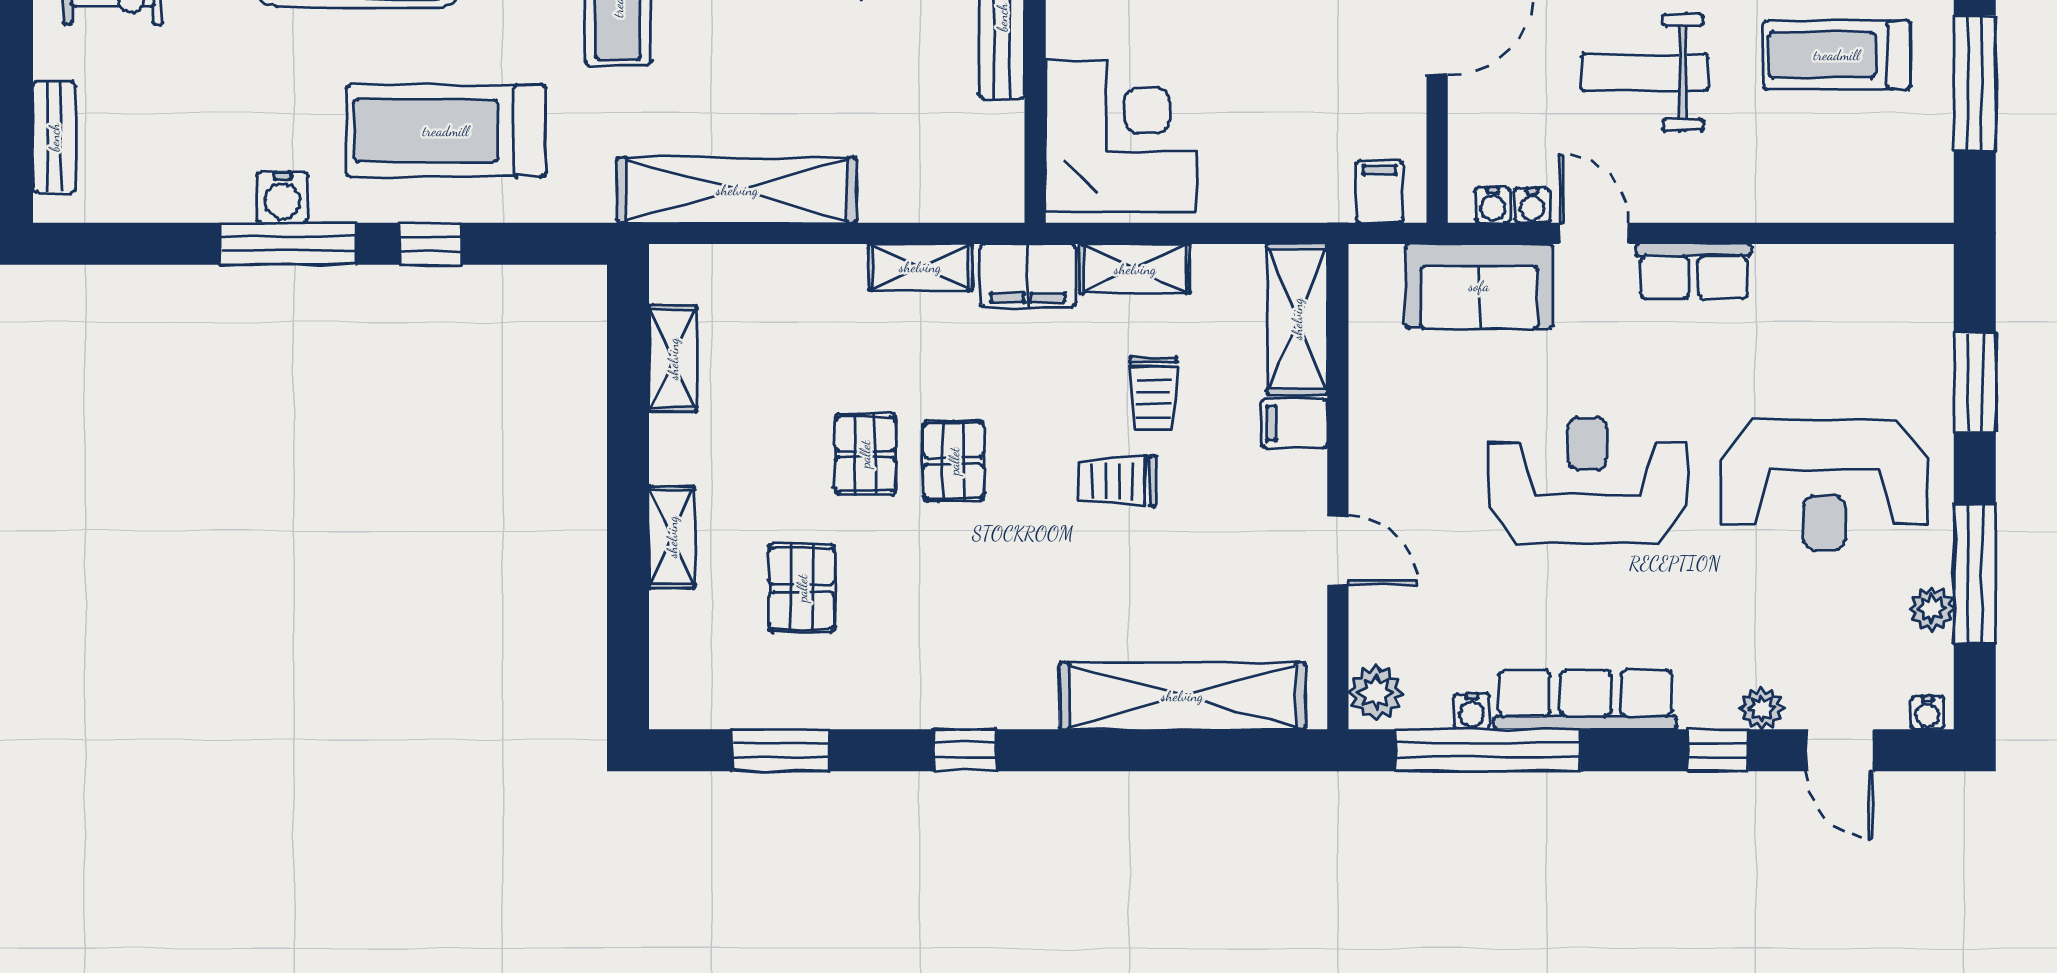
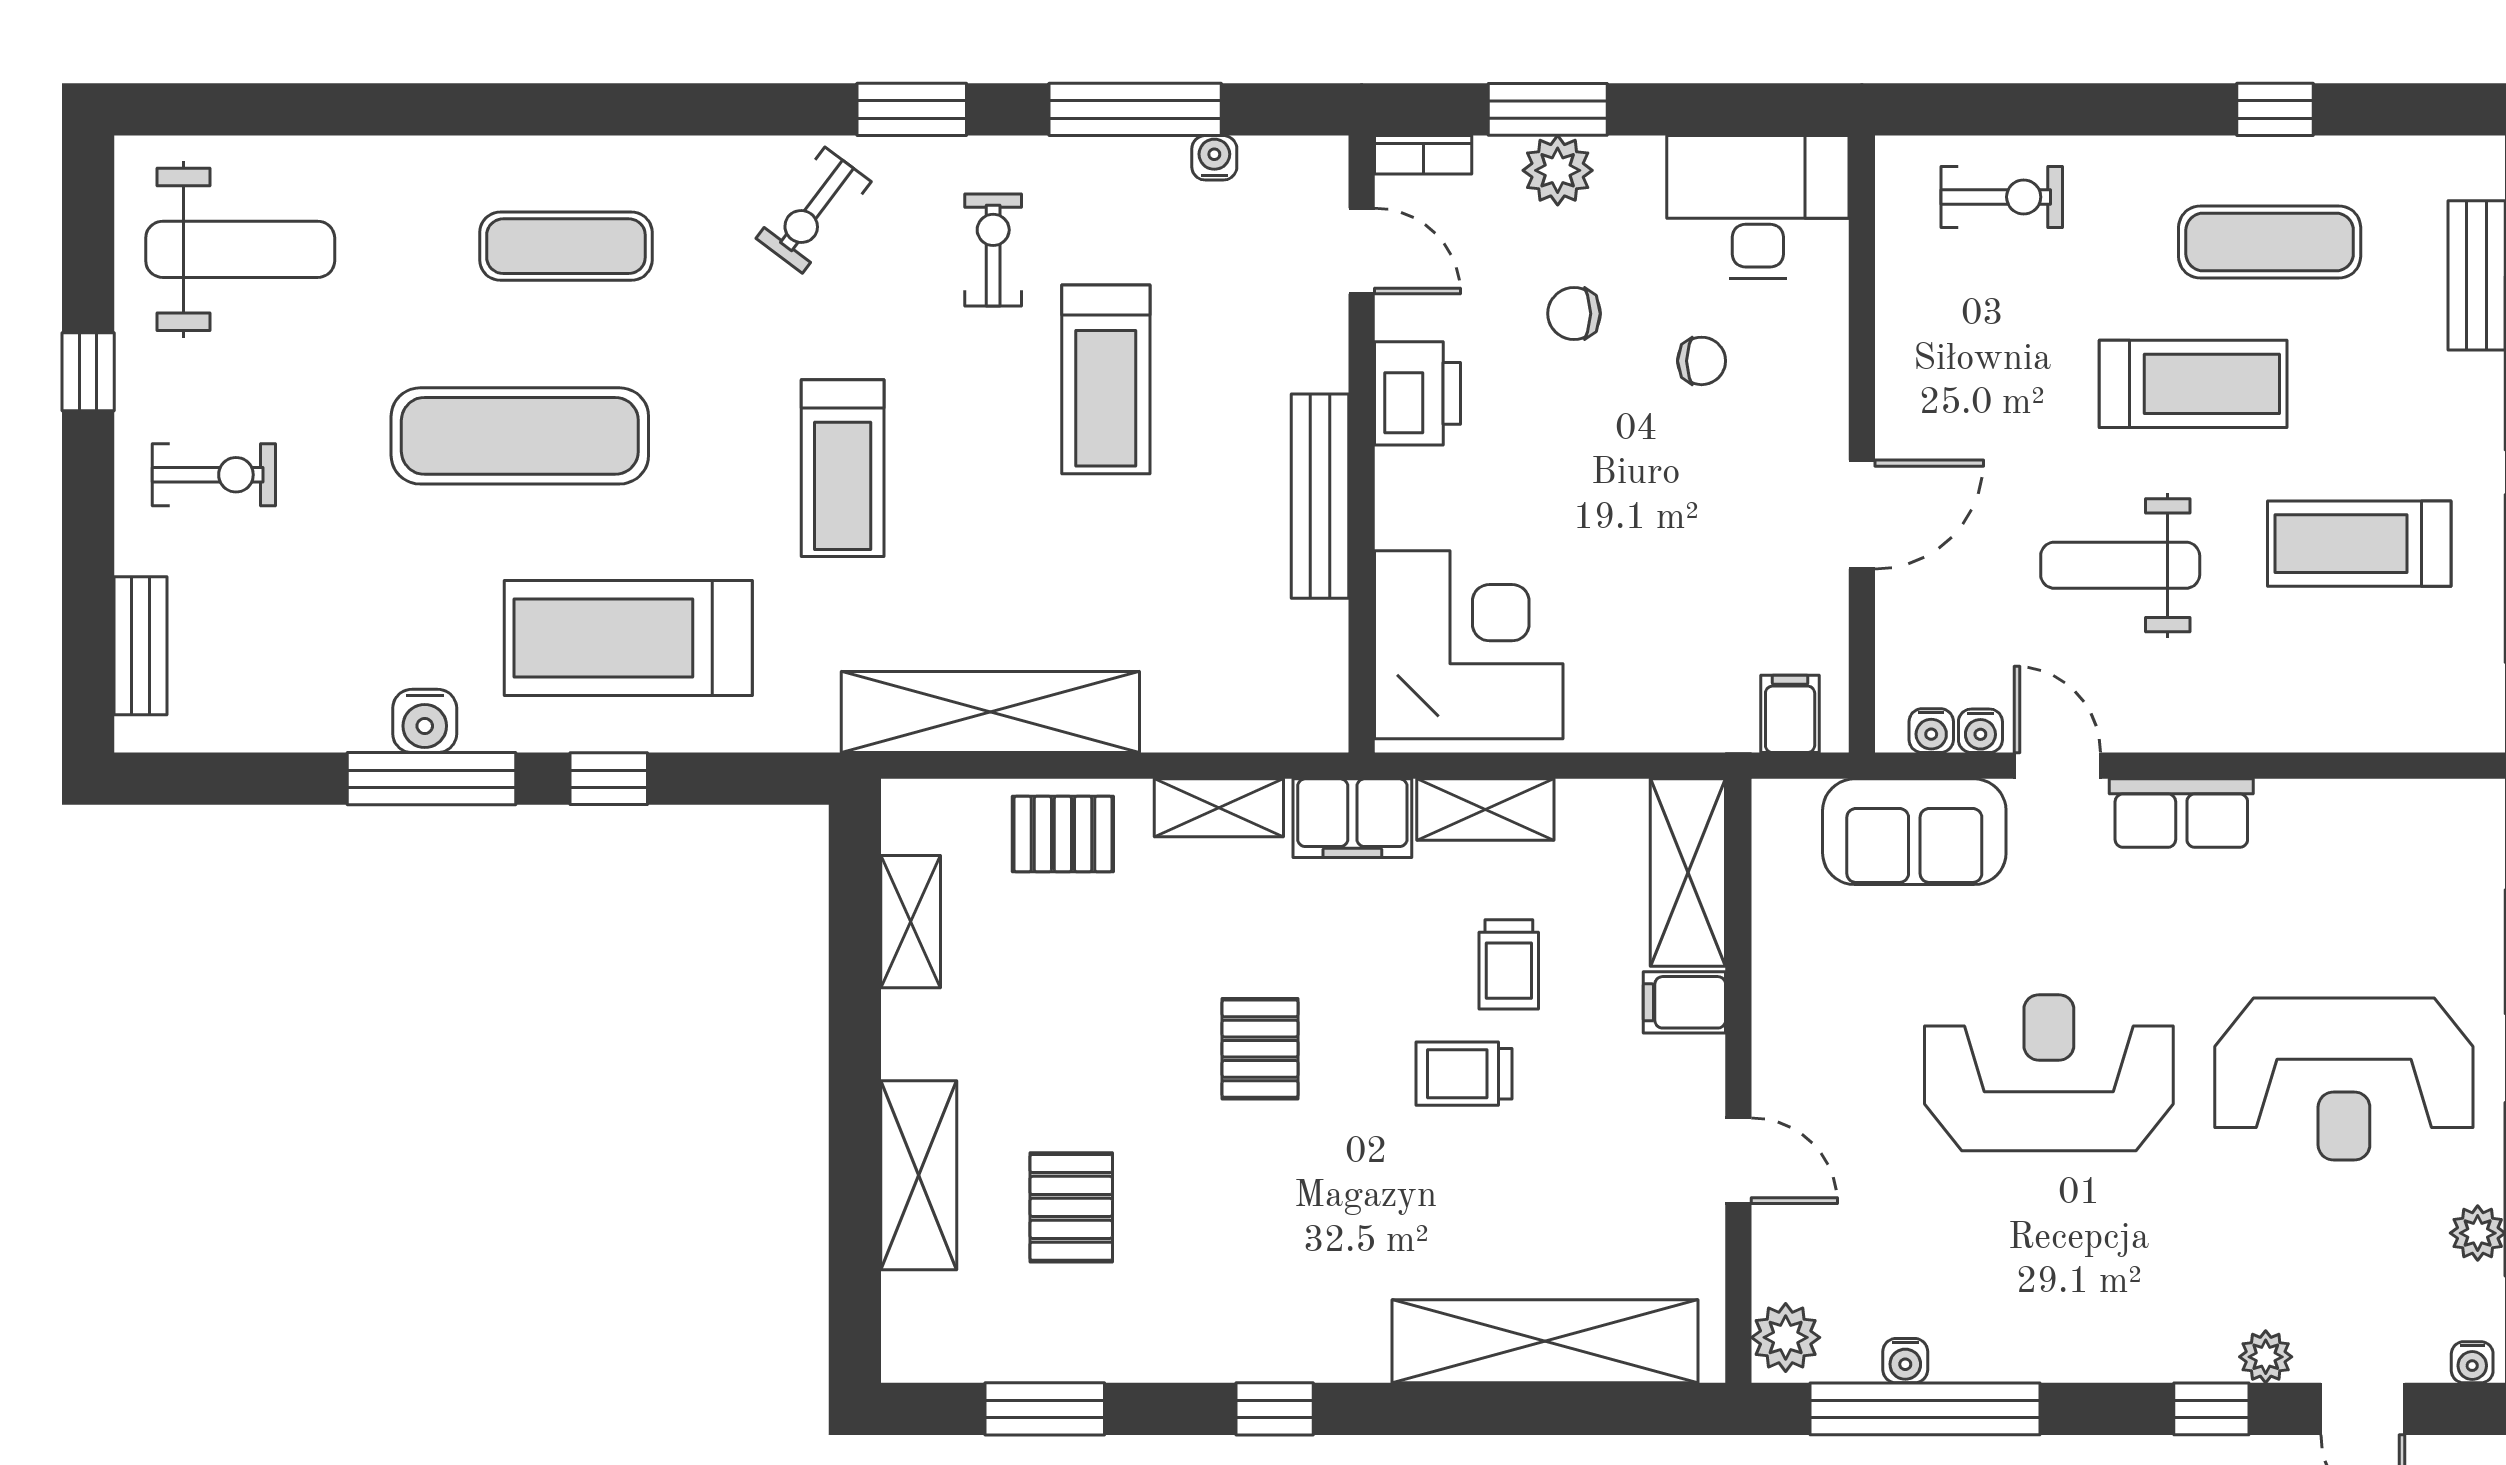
pallet: (865, 454) -> (1063, 834), moved, turned 90
shelving: (672, 537) -> (919, 1175), width x1.50, depth x1.33
row of seats: (1585, 700) -> (2046, 1346), removed

